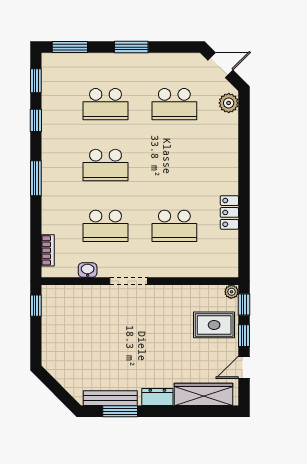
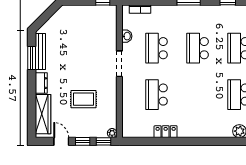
rug: (214, 325) -> (84, 99), moved, turned 90

